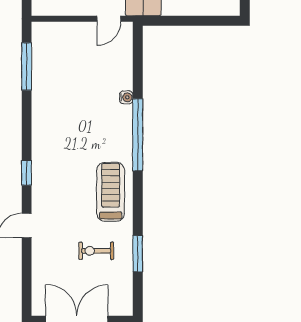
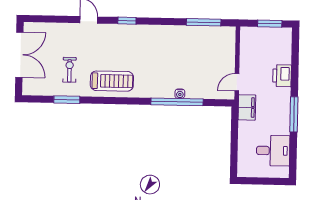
door: (109, 19) -> (237, 82), hinge flipped
window: (138, 135) -> (177, 102), moved

